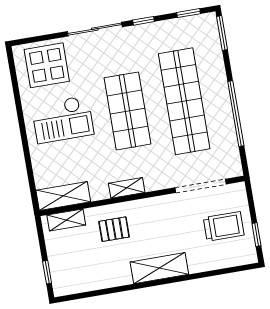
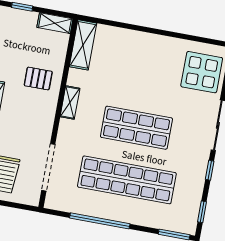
checkout: (63, 119) -> (150, 69), removed
shelving: (66, 220) -> (55, 23), moved, turned 90
pallet: (114, 229) -> (38, 79), turned 90

